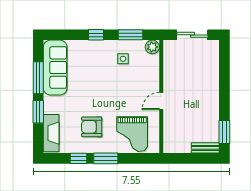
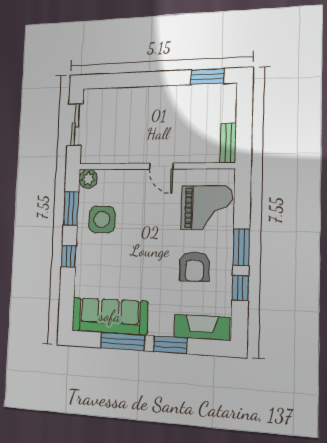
side table: (123, 59) -> (102, 219), width x1.87, depth x1.87
bench: (205, 148) -> (228, 143), moved

